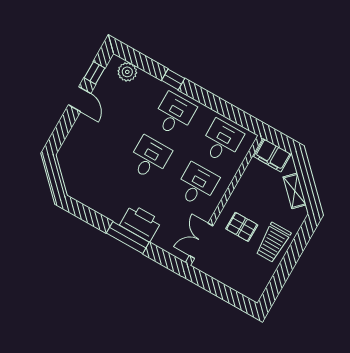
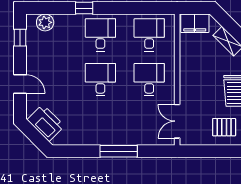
door: (80, 99) -> (20, 84), moved
printer: (141, 223) -> (46, 123), moved, turned 45
pallet: (242, 227) -> (224, 127), moved

